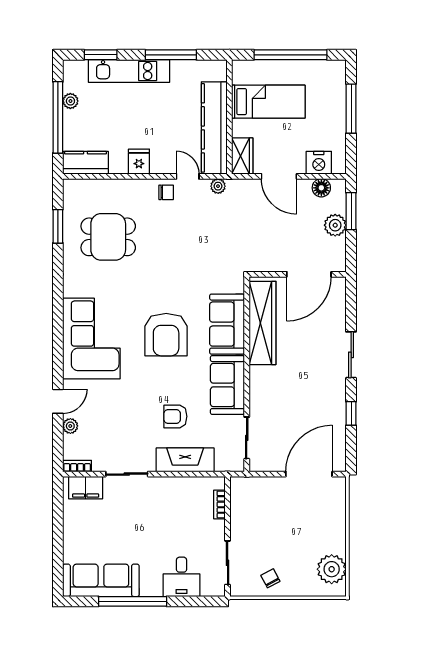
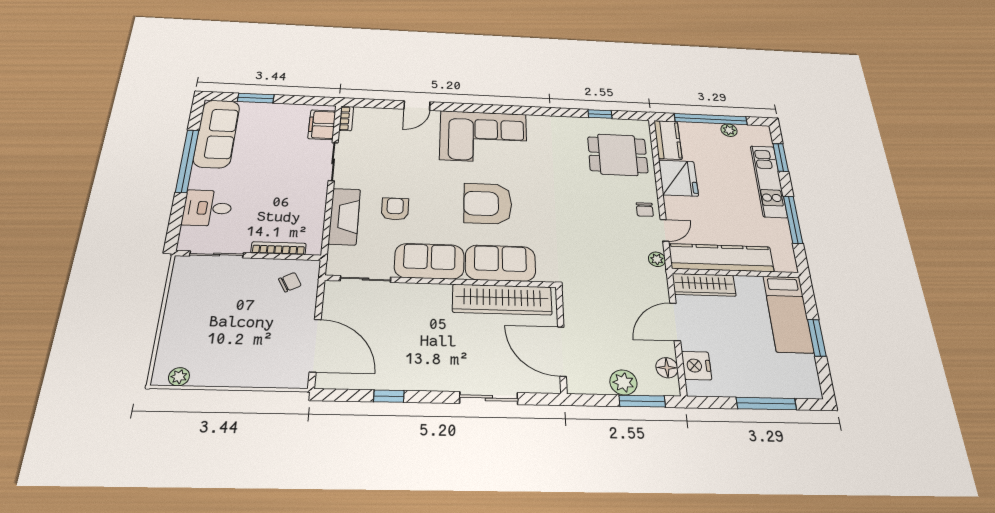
window: (290, 55) -> (817, 338), width x0.47
bed: (268, 102) -> (788, 314), moved
wardrobe: (242, 156) -> (704, 285), width x1.50
fridge: (139, 162) -> (678, 178), width x1.88, depth x1.34
window: (58, 226) -> (600, 114), width x0.67
dining table: (108, 237) -> (618, 155), moved, turned 90
sliding door: (351, 355) -> (489, 398), moved
door: (58, 401) -> (417, 106), hinge flipped
plant: (70, 426) -> (390, 115), removed
bookcase: (219, 504) -> (279, 248), width x1.56
window: (58, 551) -> (256, 98), added
plant: (332, 569) -> (179, 377), width x0.53, depth x0.53
chair: (270, 578) -> (290, 282), moved

